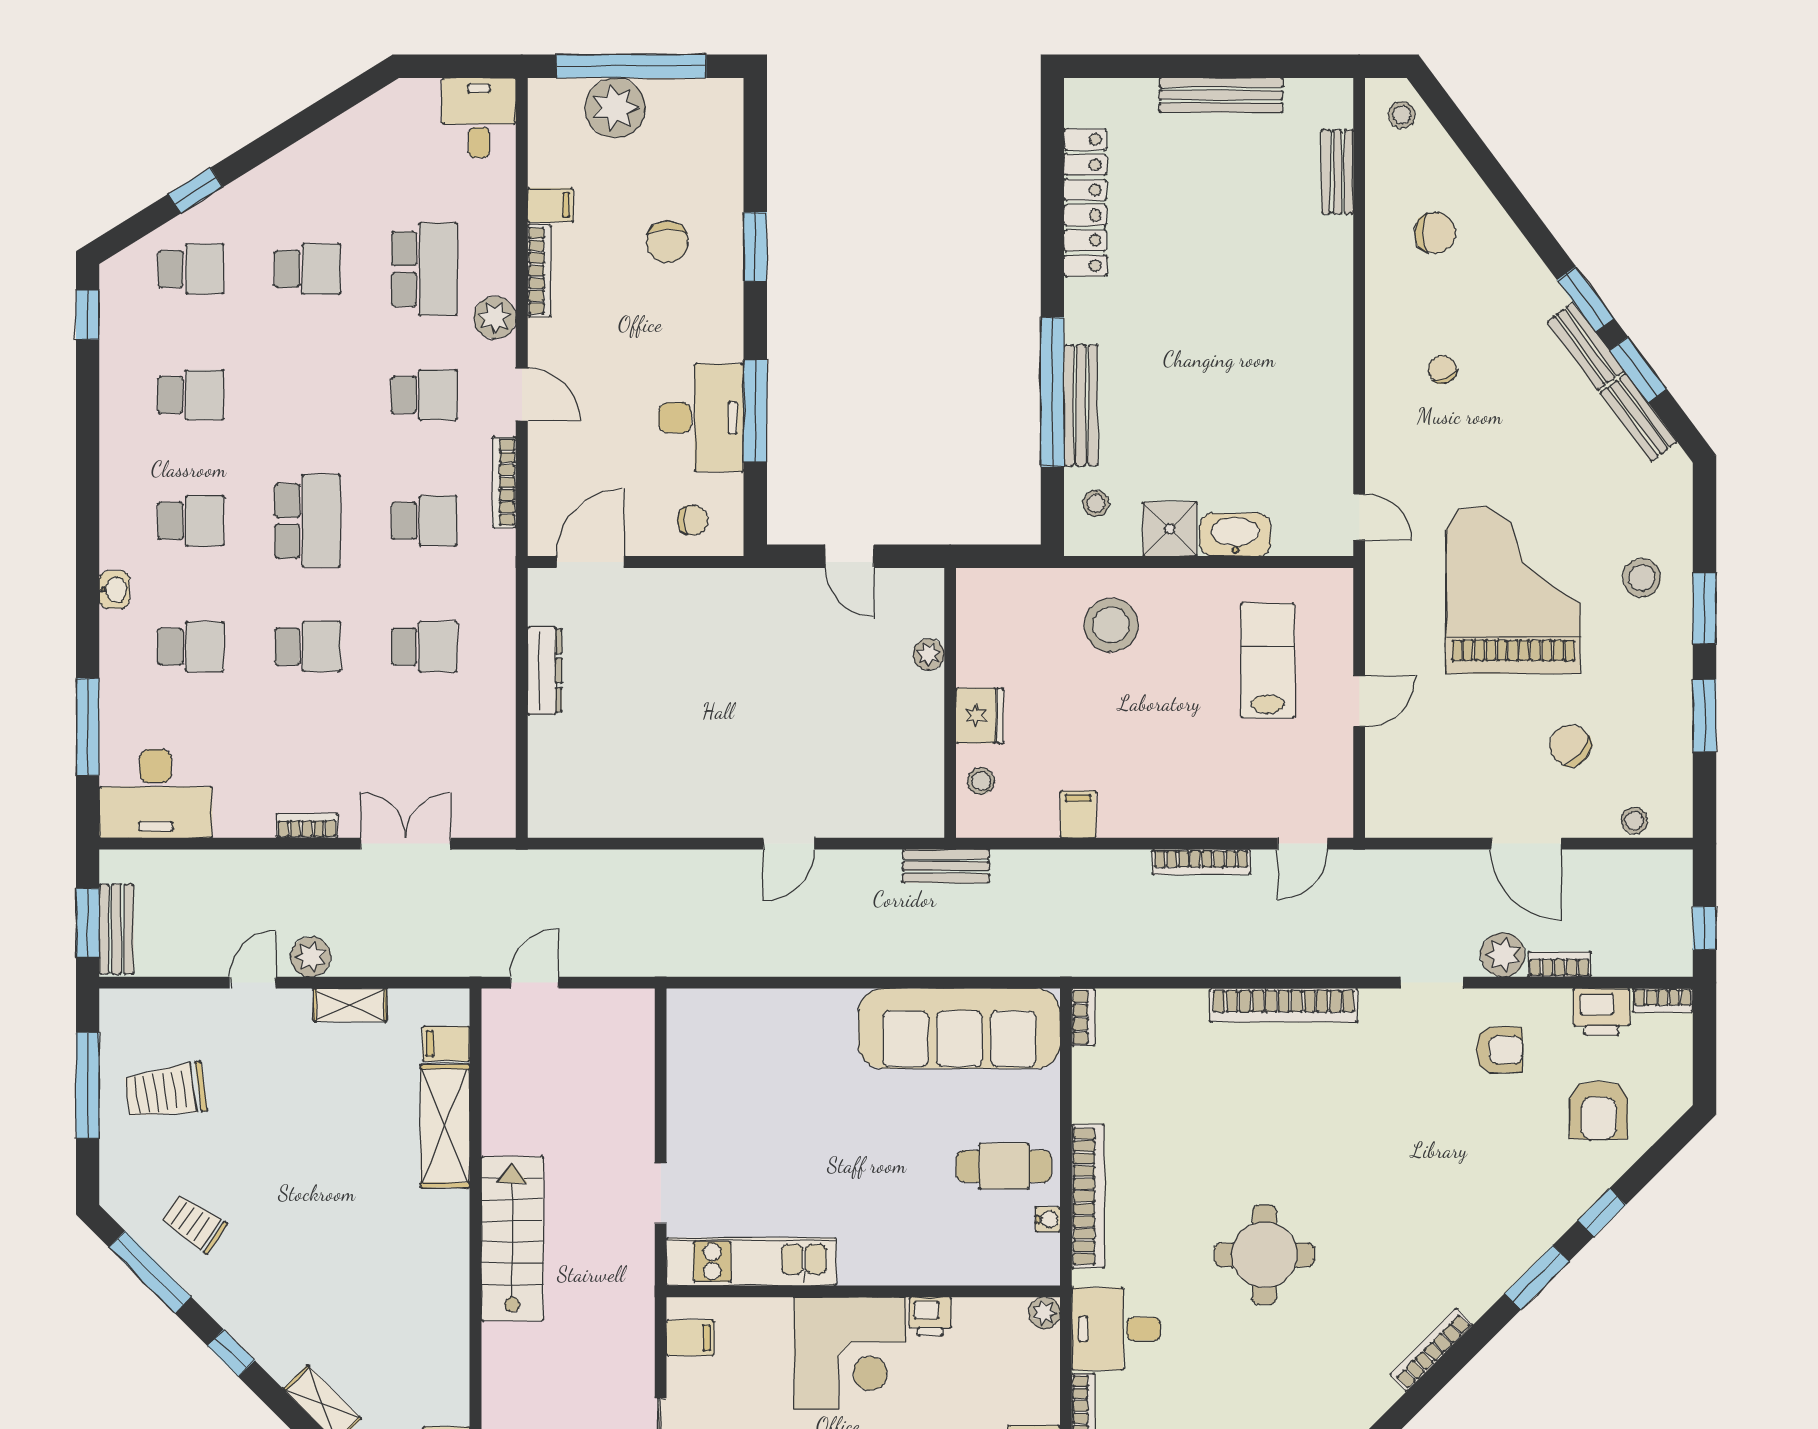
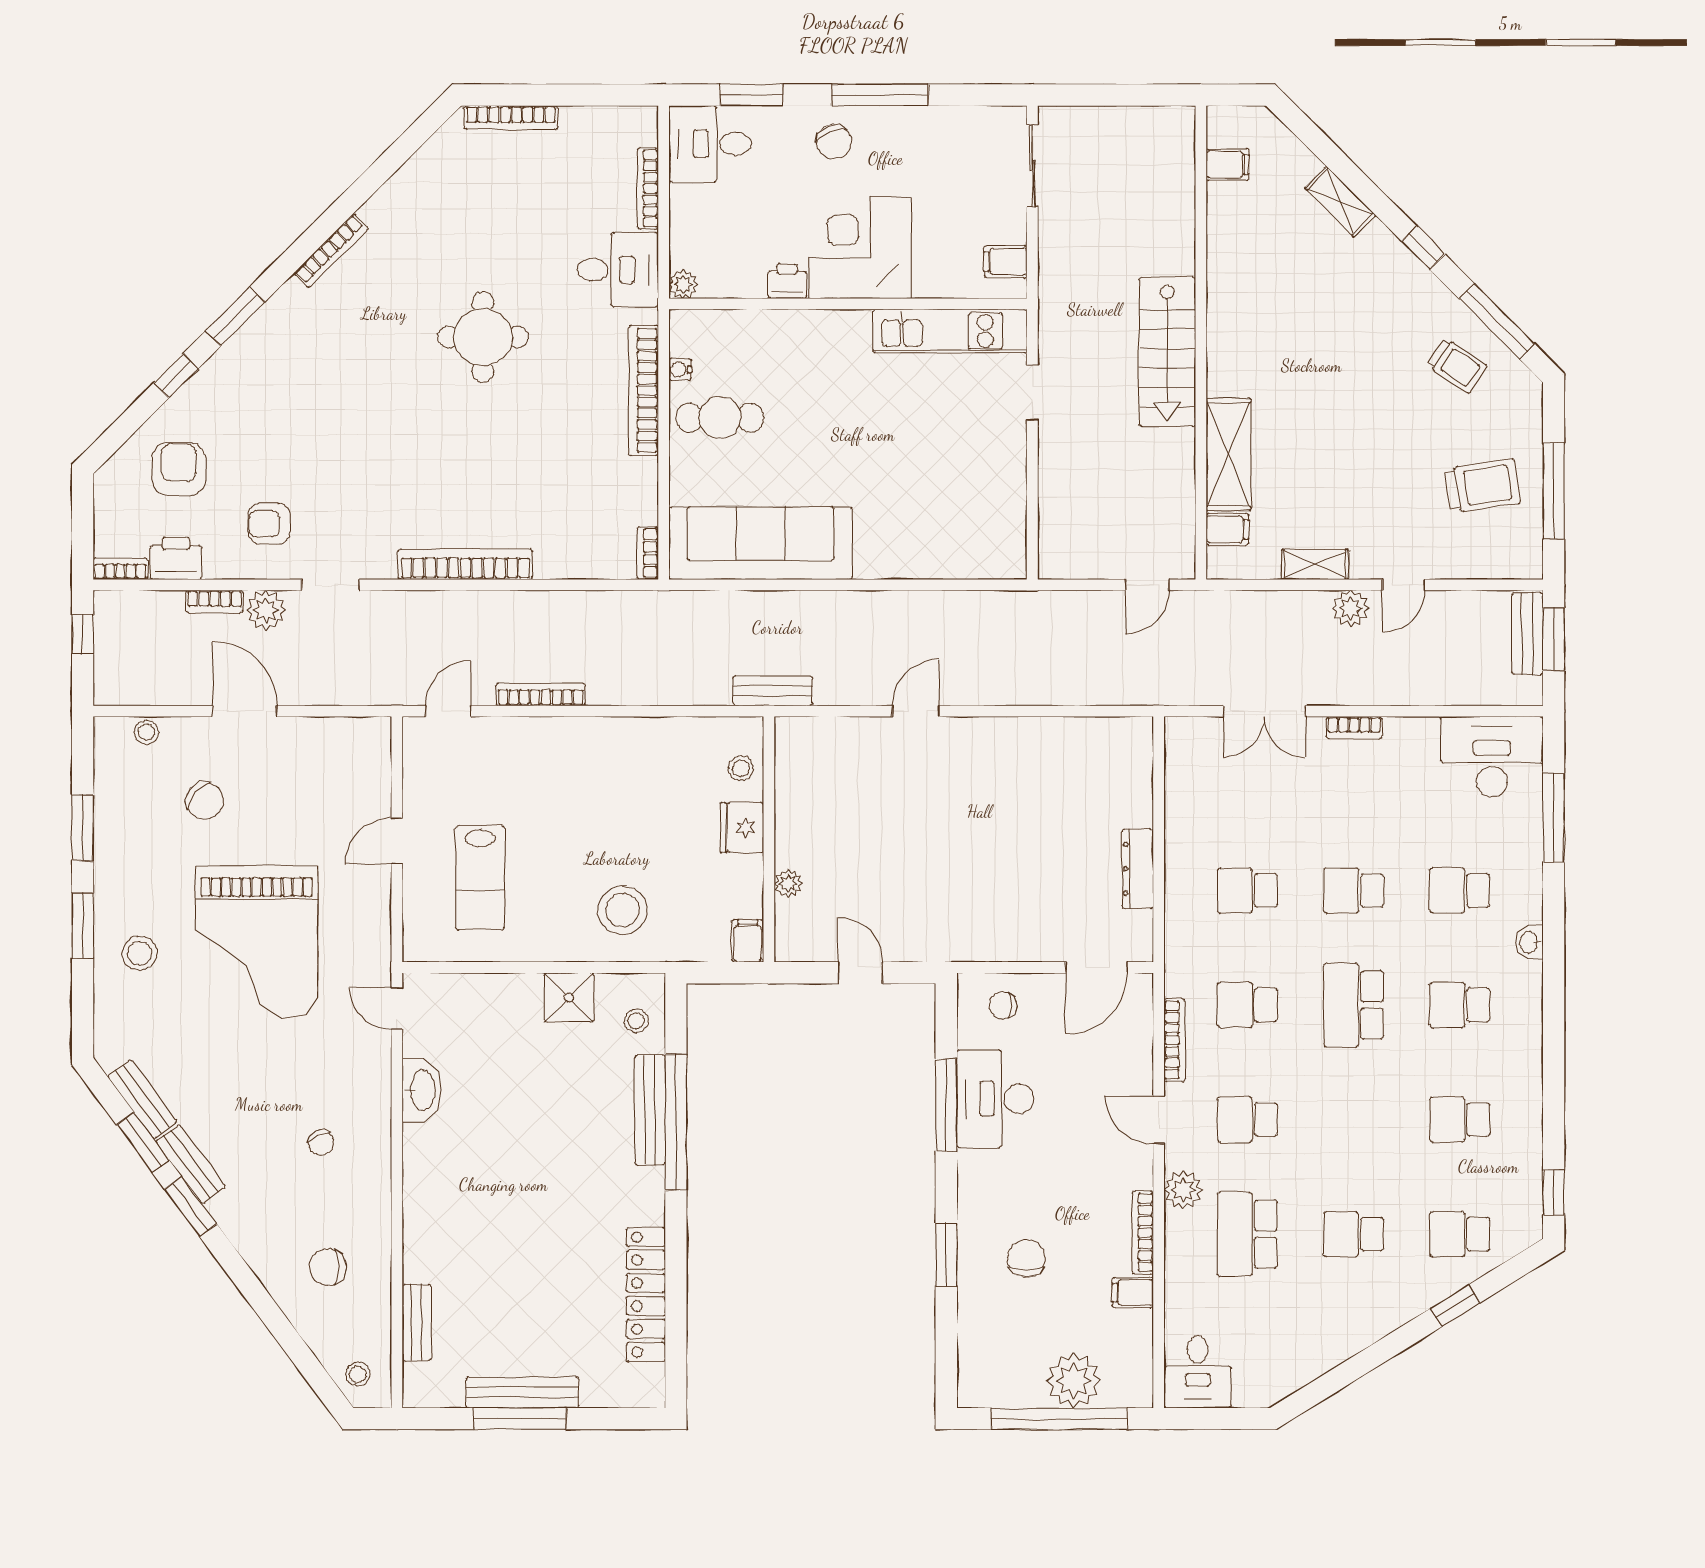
window: (1223, 66) -> (520, 1419), added
washbasin: (1235, 535) -> (422, 1090), moved, turned -90
filing cabinet: (1078, 814) -> (748, 941), moved, turned 180

